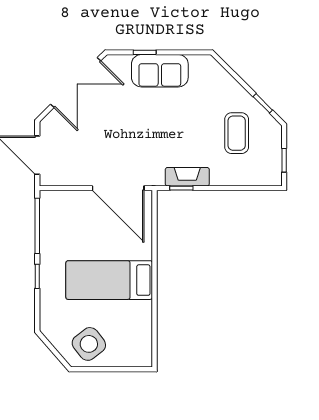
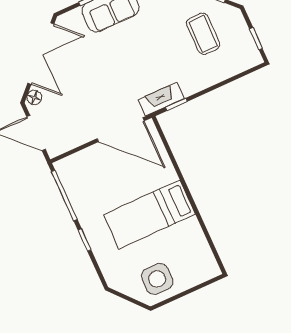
floor lamp: (51, 121) -> (34, 97), added
fireplace: (187, 177) -> (161, 99), moved
side table: (89, 344) -> (157, 279), turned 38

